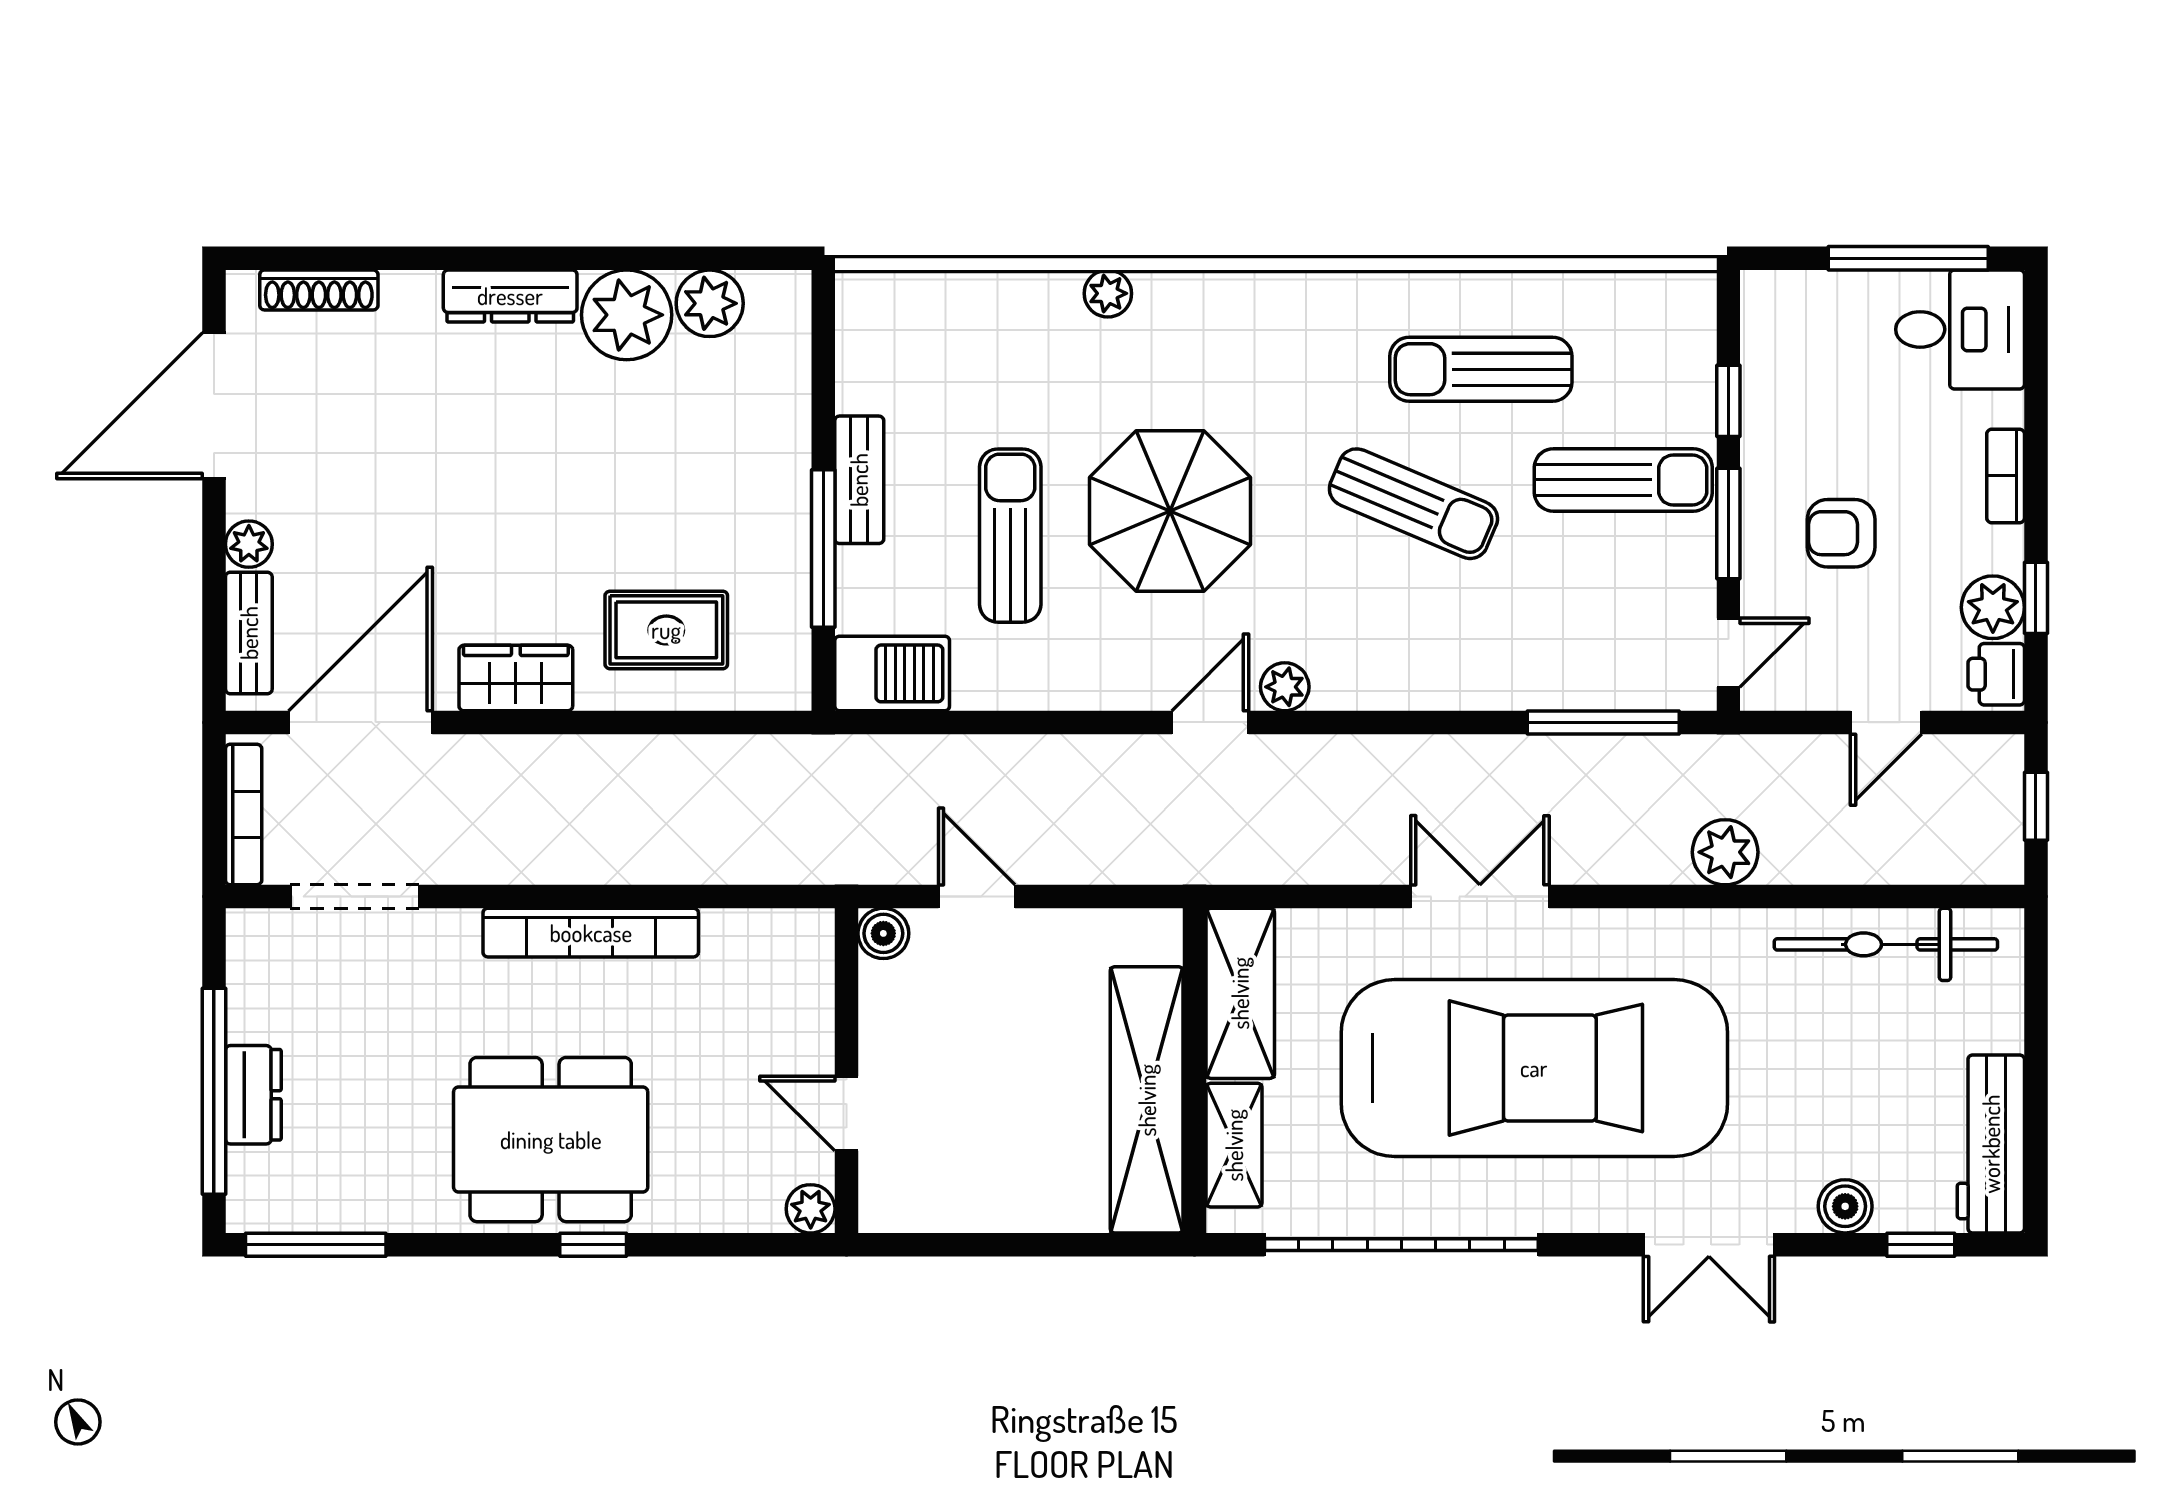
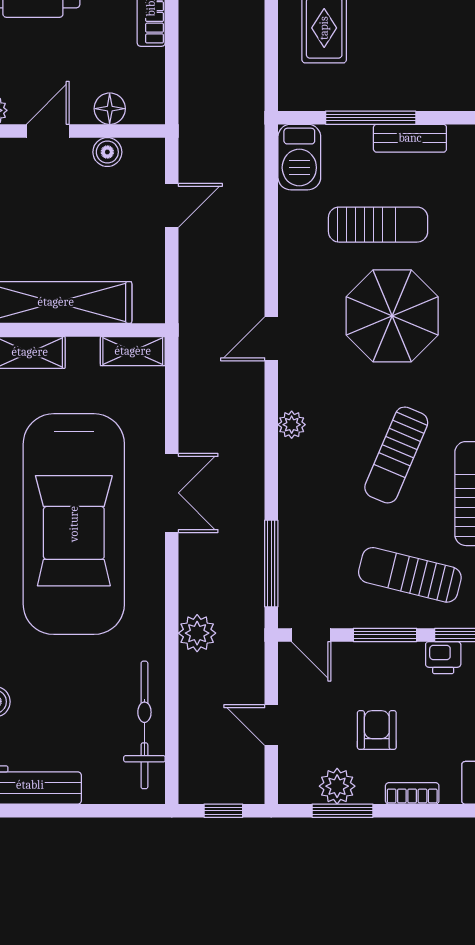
sun lounger: (1623, 480) -> (410, 575), turned 104
armchair: (1841, 533) -> (377, 730), moved
window: (2036, 598) -> (343, 811), width x1.50
printer: (1996, 674) -> (443, 658), moved, turned 180
plant: (1285, 687) -> (292, 425), moved
door: (1210, 722) -> (271, 339), swing flipped
boiler: (883, 933) -> (107, 152), moved
shelving: (1240, 993) -> (133, 351), width x0.67, depth x0.75
floor lamp: (807, 1005) -> (110, 109), added

